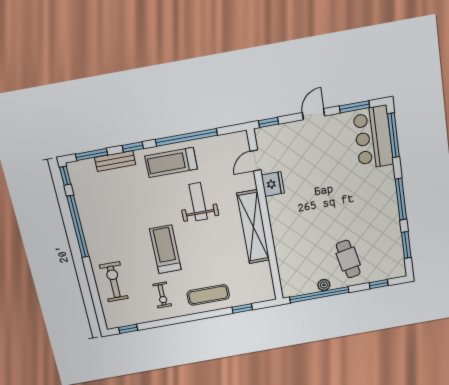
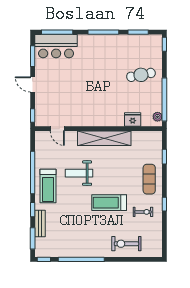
fridge: (273, 184) -> (133, 120), moved
window: (379, 284) -> (164, 44), moved
plant: (324, 285) -> (157, 117), moved
window: (128, 329) -> (164, 204), moved

